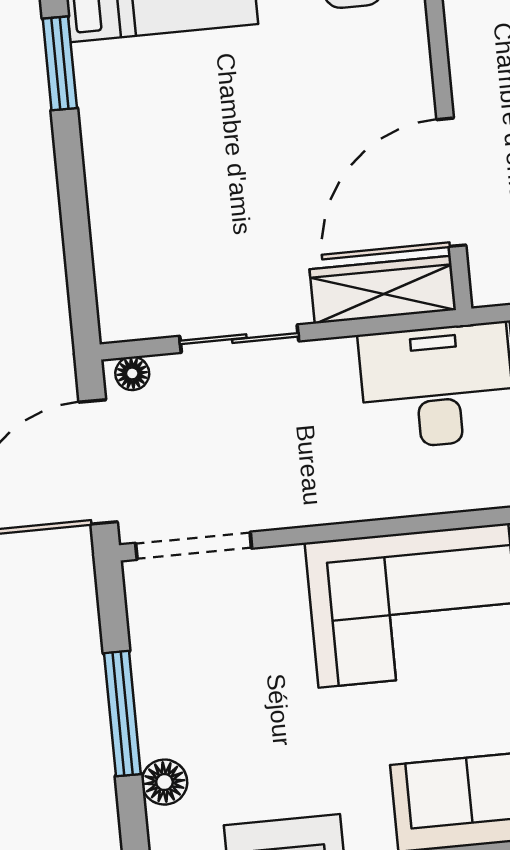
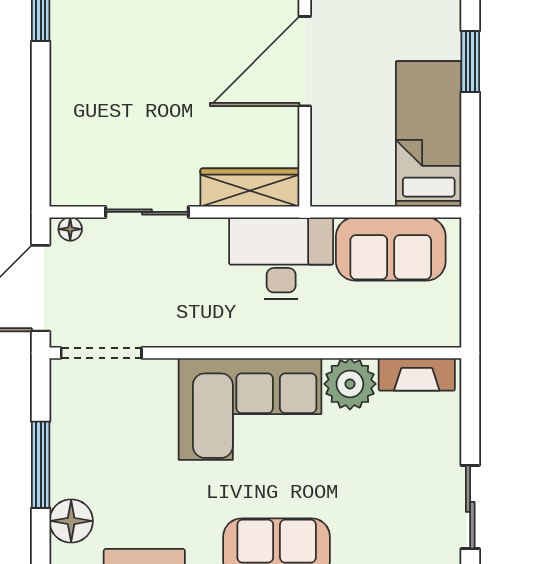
door: (451, 182) -> (305, 61), moved
floor lamp: (164, 782) -> (71, 521), width x1.38, depth x1.38

